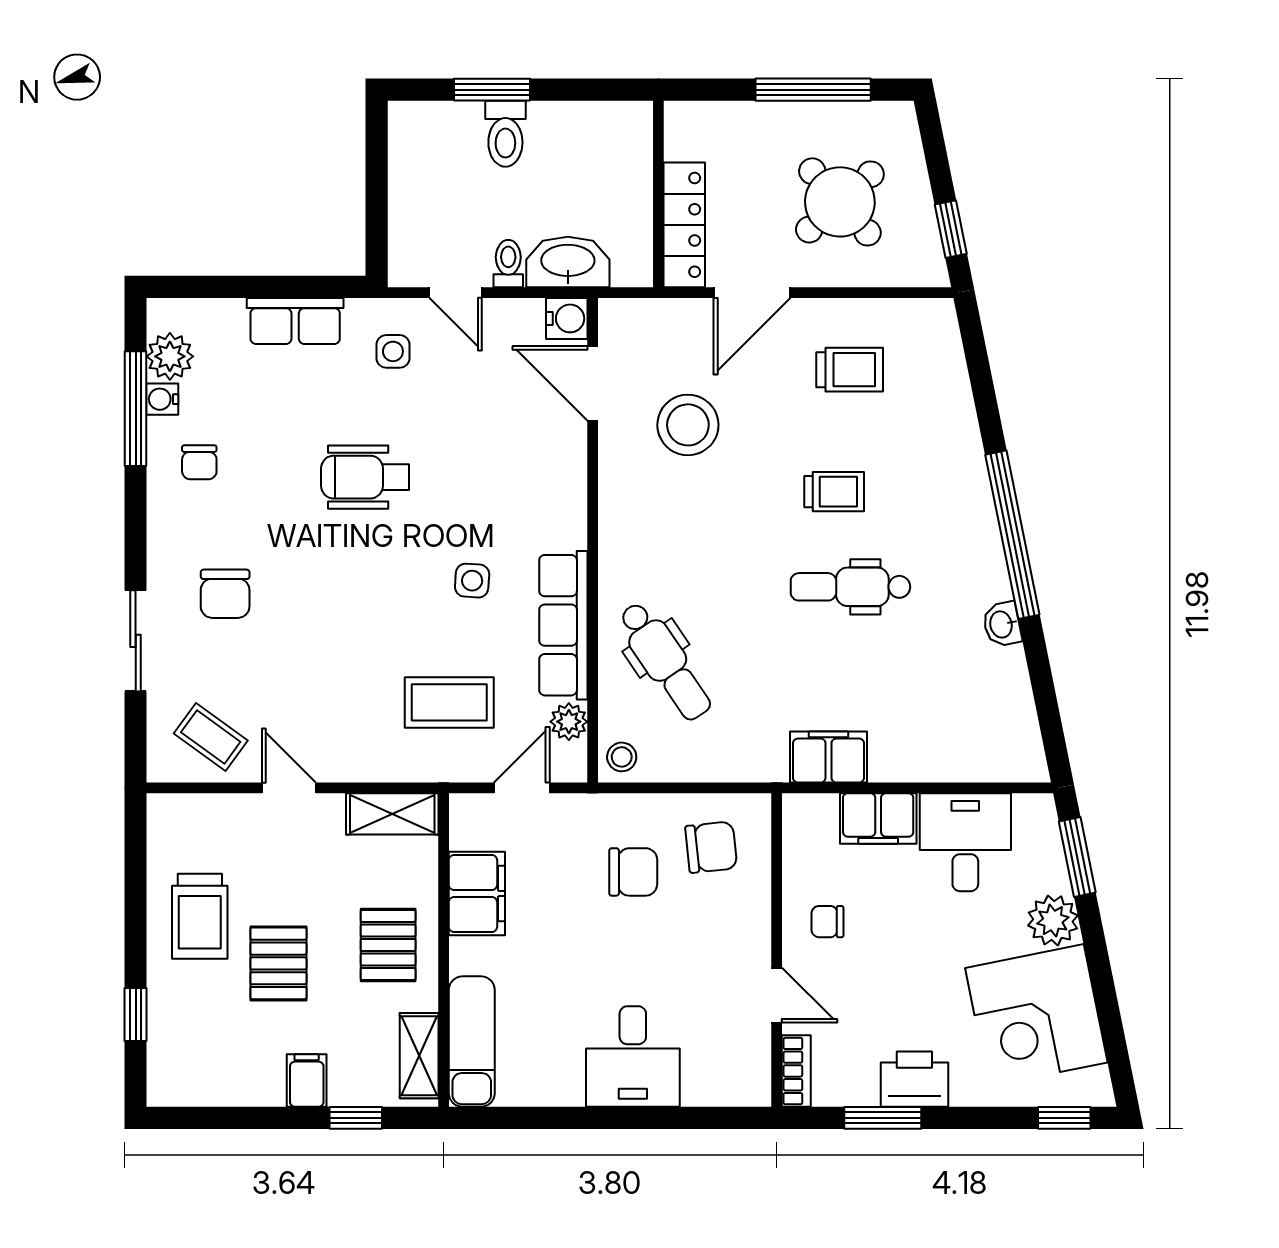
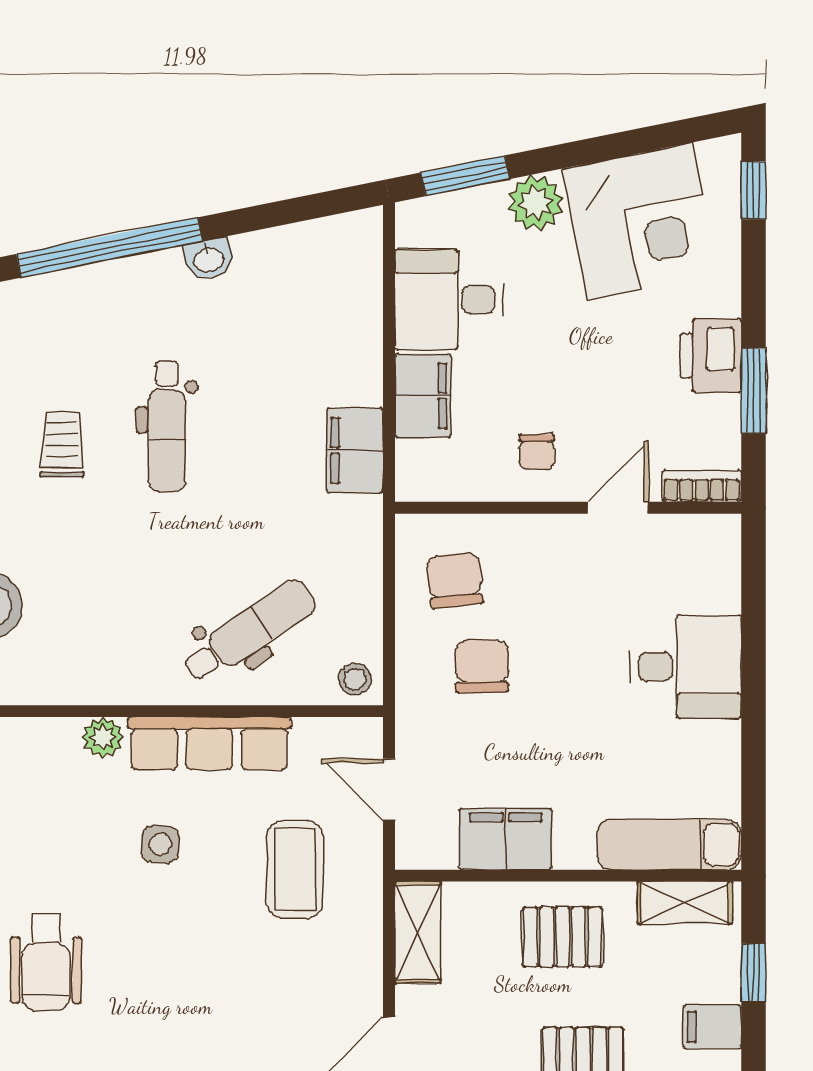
plant: (569, 722) -> (103, 737), moved

